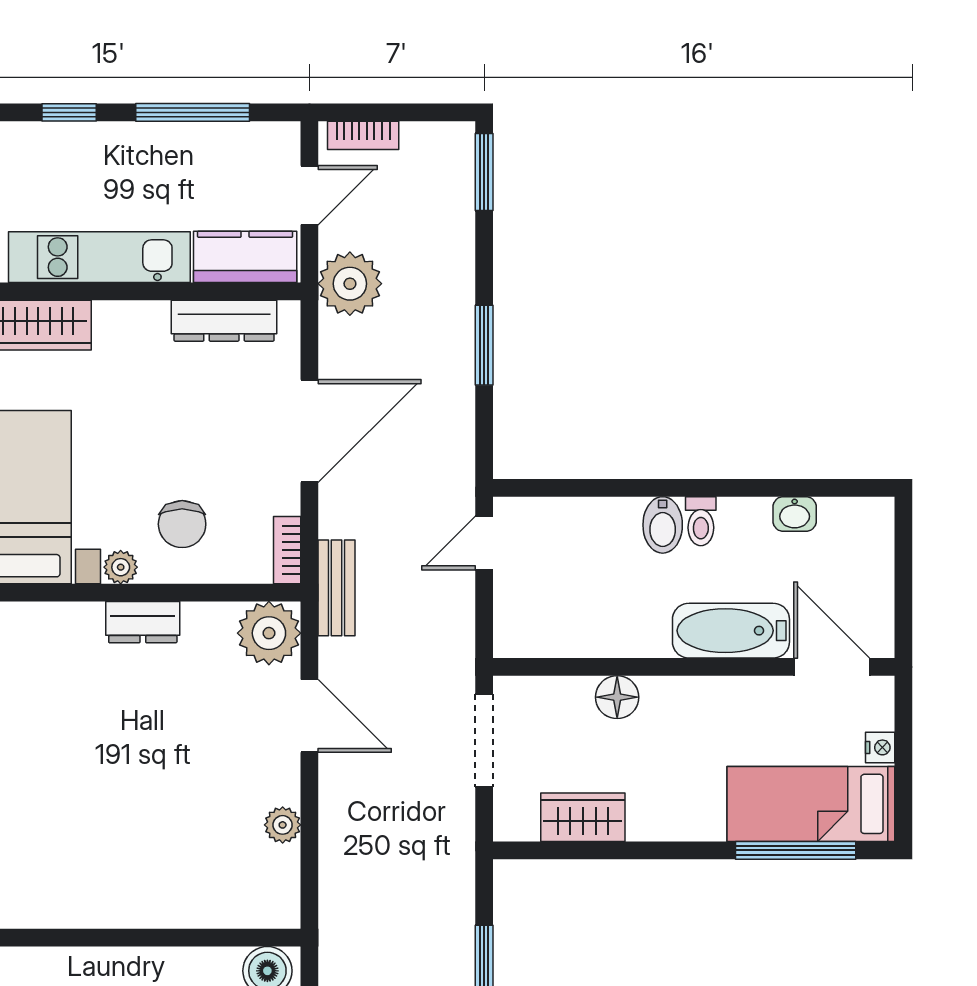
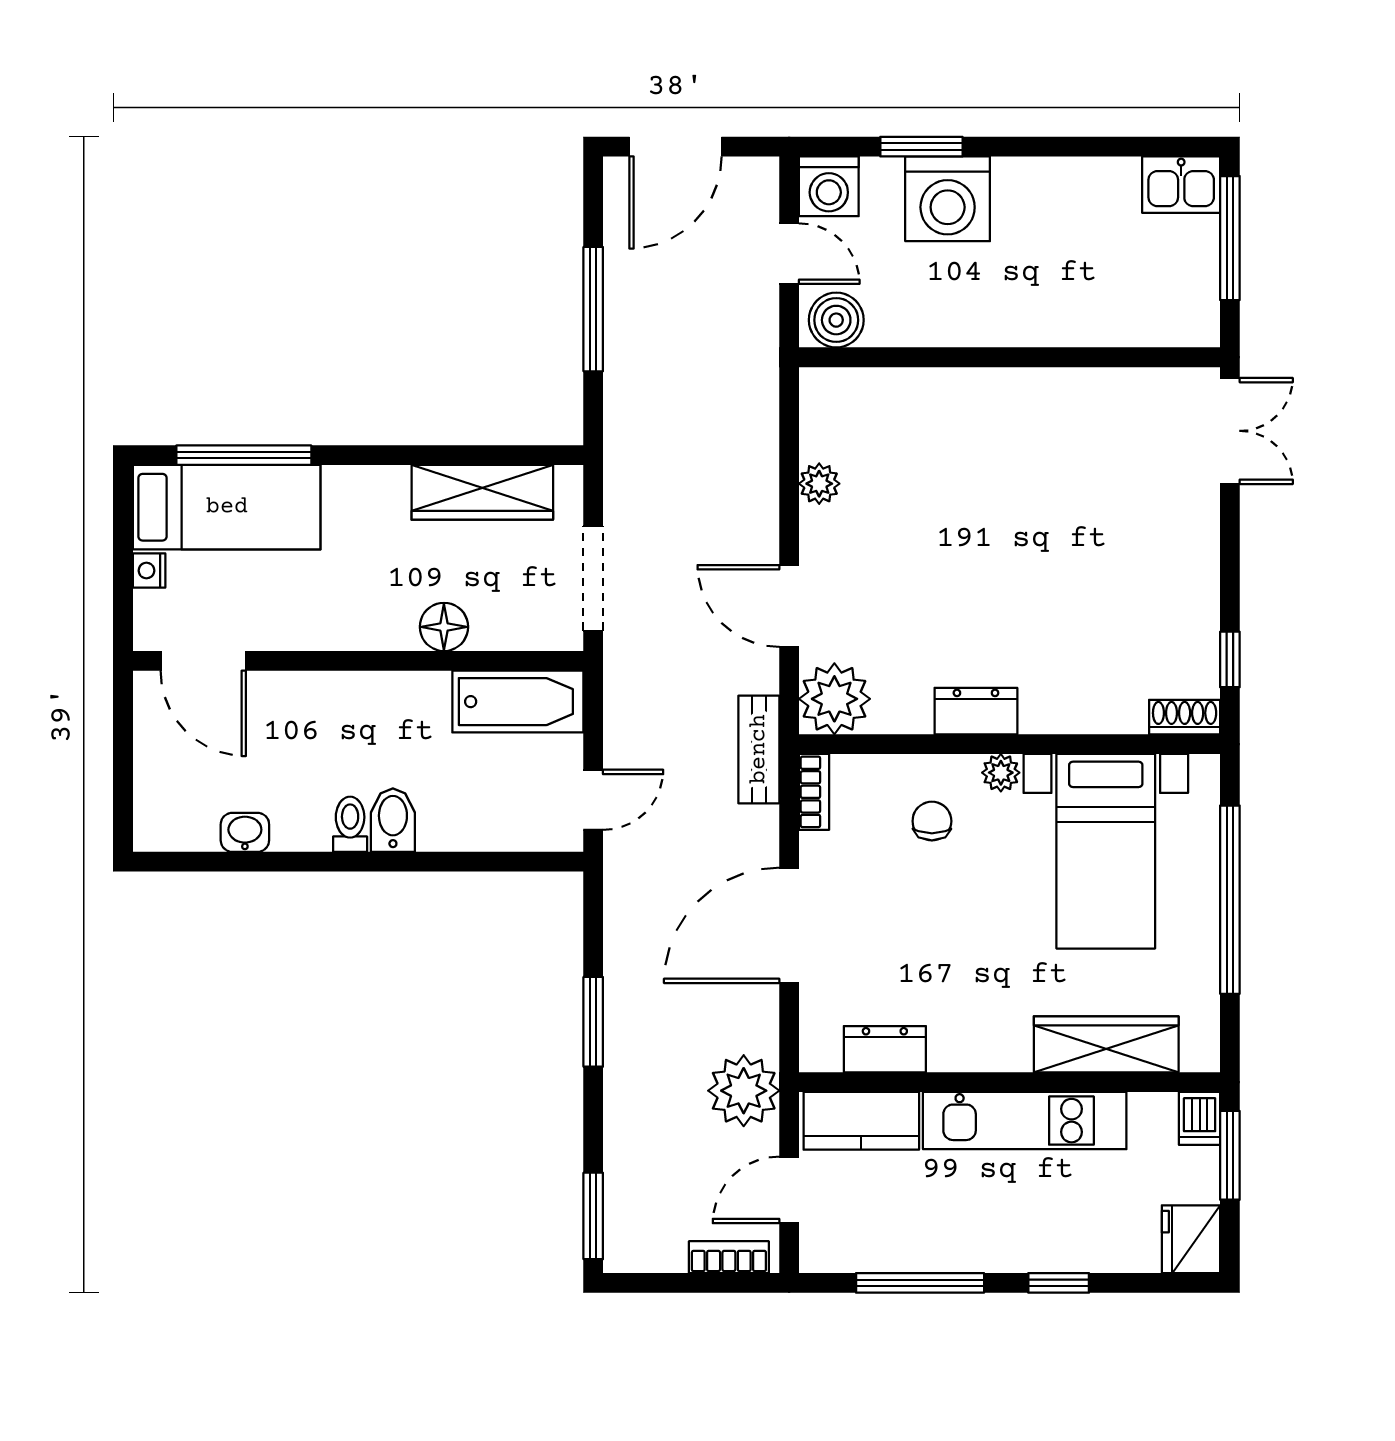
dresser: (224, 321) -> (885, 1049), width x0.70
chair: (182, 524) -> (932, 821), width x0.73, depth x0.73
bathtub: (731, 631) -> (518, 702), moved
wardrobe: (583, 817) -> (482, 492), width x1.50

